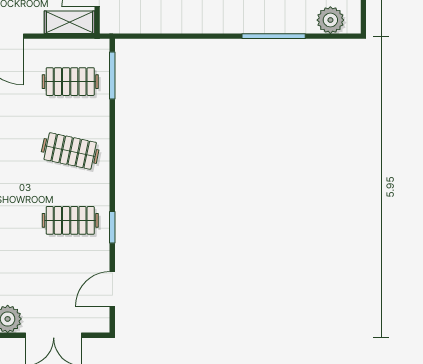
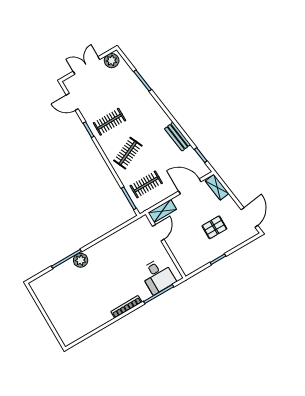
plant: (330, 20) -> (81, 260), moved
clothes rail: (70, 151) -> (128, 153), turned -36
door: (112, 289) -> (72, 102), swing flipped

